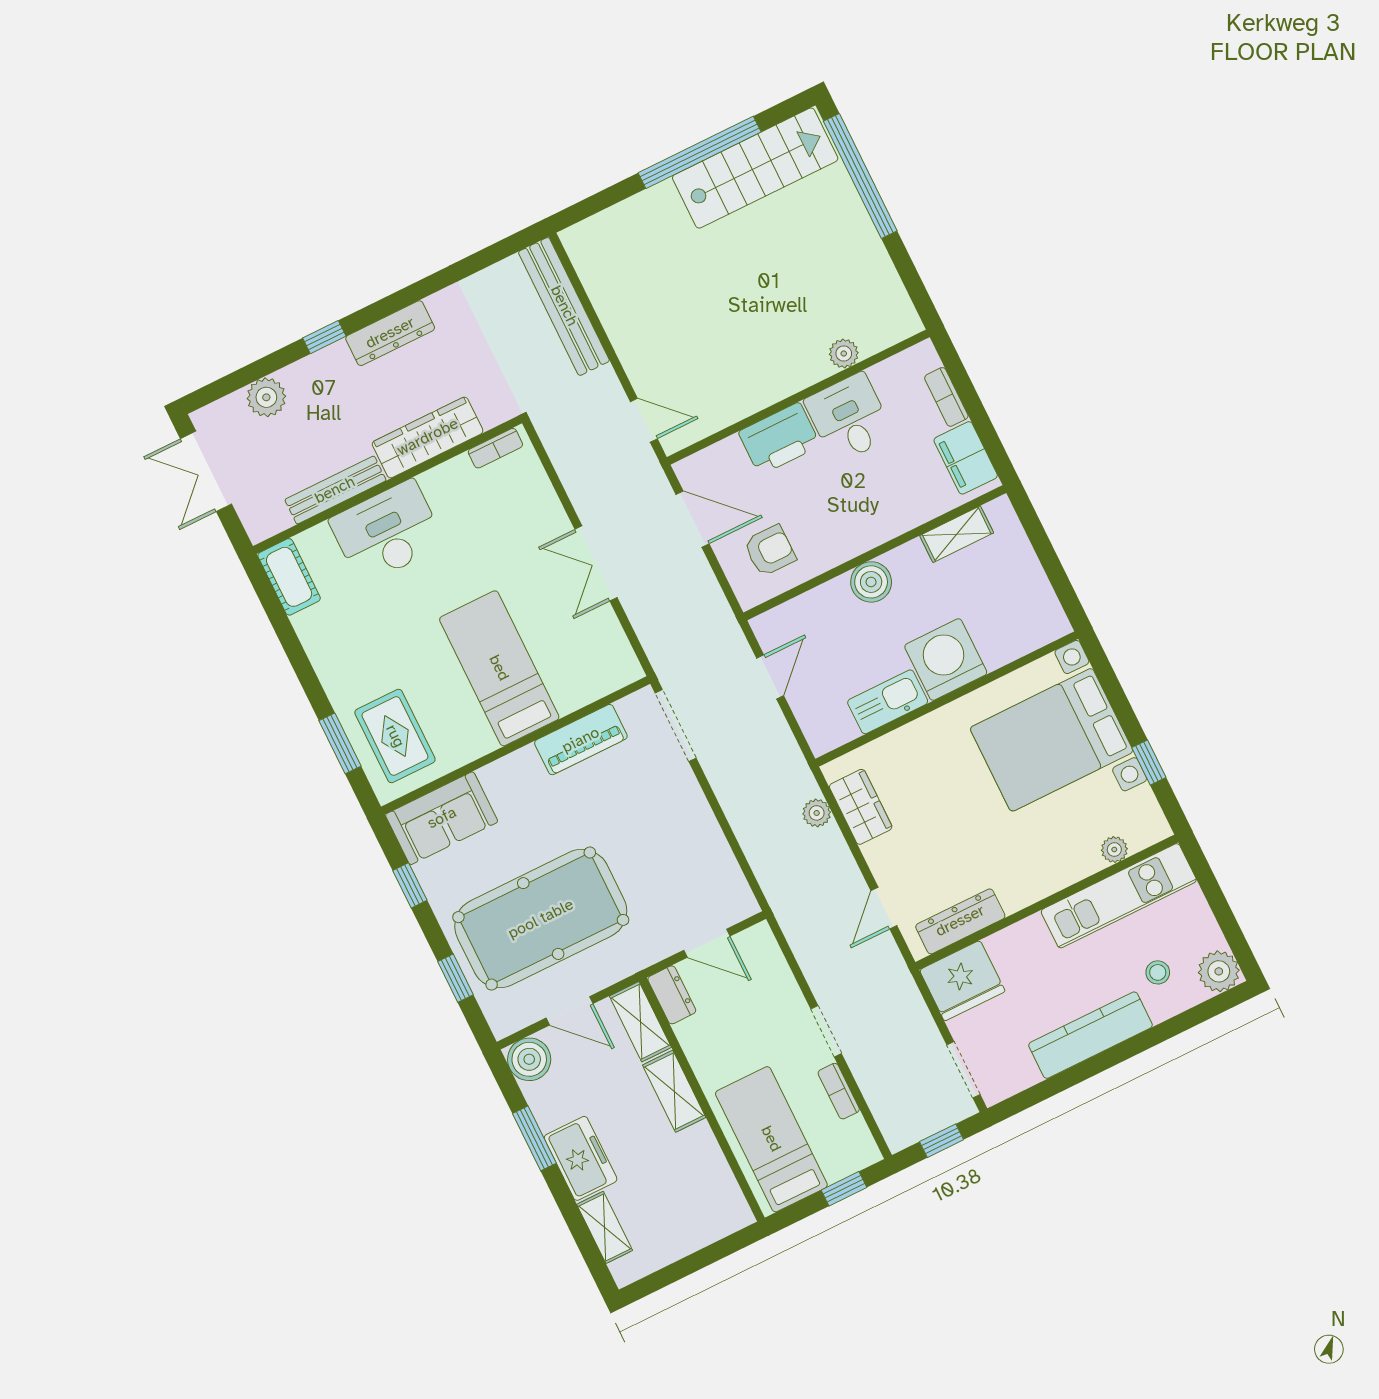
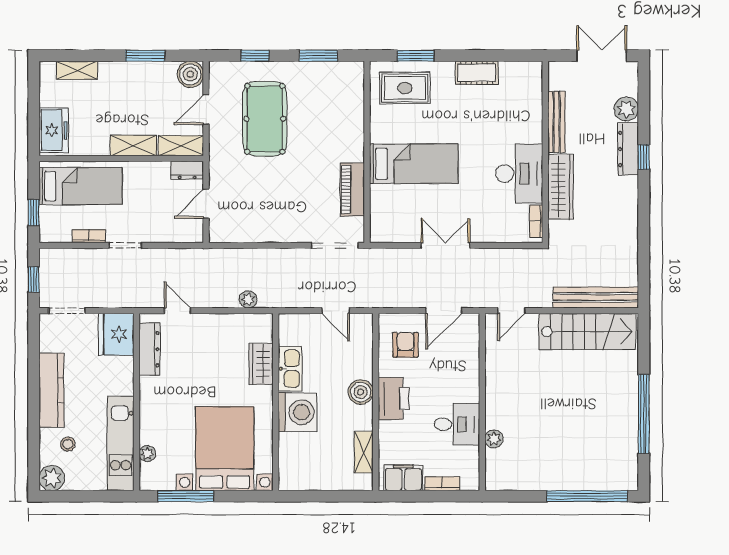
stairs: (755, 168) -> (588, 332), moved, turned -90
dresser: (390, 333) -> (628, 149), moved
printer: (779, 439) -> (394, 399), moved, turned 180
desk: (387, 532) -> (519, 174), moved
armchair: (770, 551) -> (405, 345), turned 180
cot: (289, 577) -> (477, 73), moved
window: (1149, 763) -> (186, 496), width x2.17
wardrobe: (861, 807) -> (261, 364), moved, turned 90
sofa: (442, 818) -> (347, 91), removed
window: (410, 885) -> (318, 56), width x1.50
pool table: (541, 919) -> (265, 119), width x0.73, depth x0.76
freezer: (581, 1158) -> (54, 130), moved, turned -90

